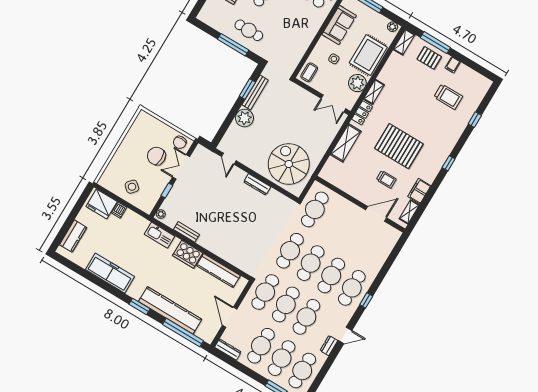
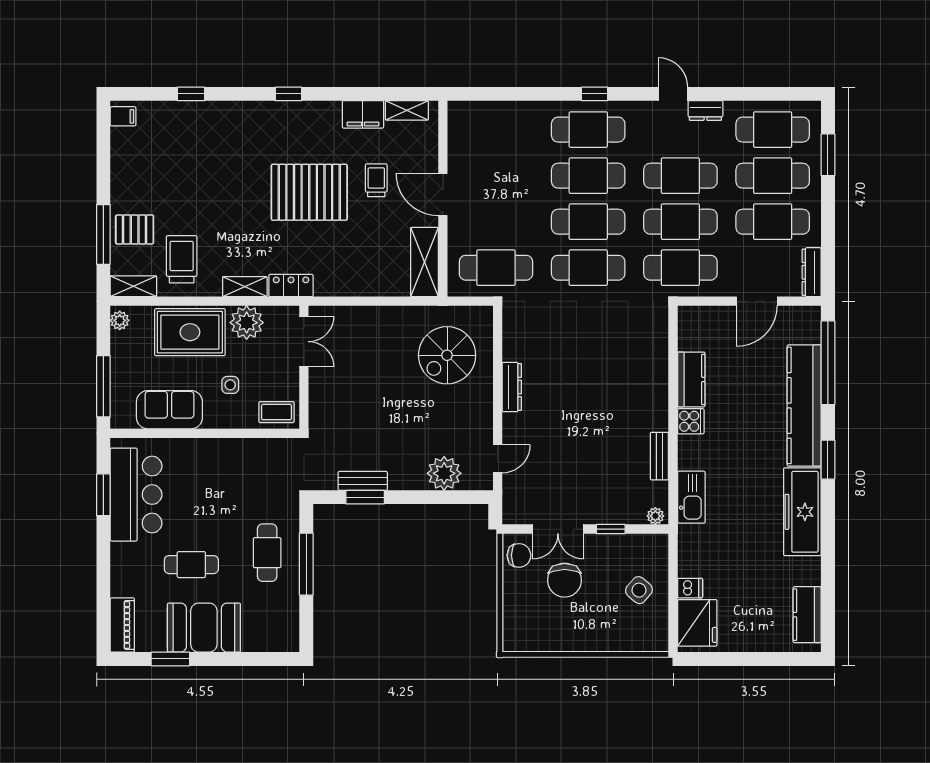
pallet: (429, 58) -> (135, 229), turned 90
filing cabinet: (453, 65) -> (123, 116), moved
bench: (255, 92) -> (363, 481), width x0.73
trolley: (448, 97) -> (182, 259), moved
plant: (244, 118) -> (444, 473), moved
shelving: (346, 143) -> (424, 262), moved, turned 90
pallet: (399, 146) -> (309, 192), turned 90
spiral stairs: (289, 164) -> (447, 355), width x0.73, depth x0.73
door: (376, 214) -> (443, 194), moved
kitchen counter: (73, 236) -> (807, 615), moved, turned -90
cooker: (188, 254) -> (691, 421), width x0.53, depth x0.76
kitchen counter: (218, 271) -> (691, 379), width x0.67
freezer: (110, 273) -> (802, 512), moved

